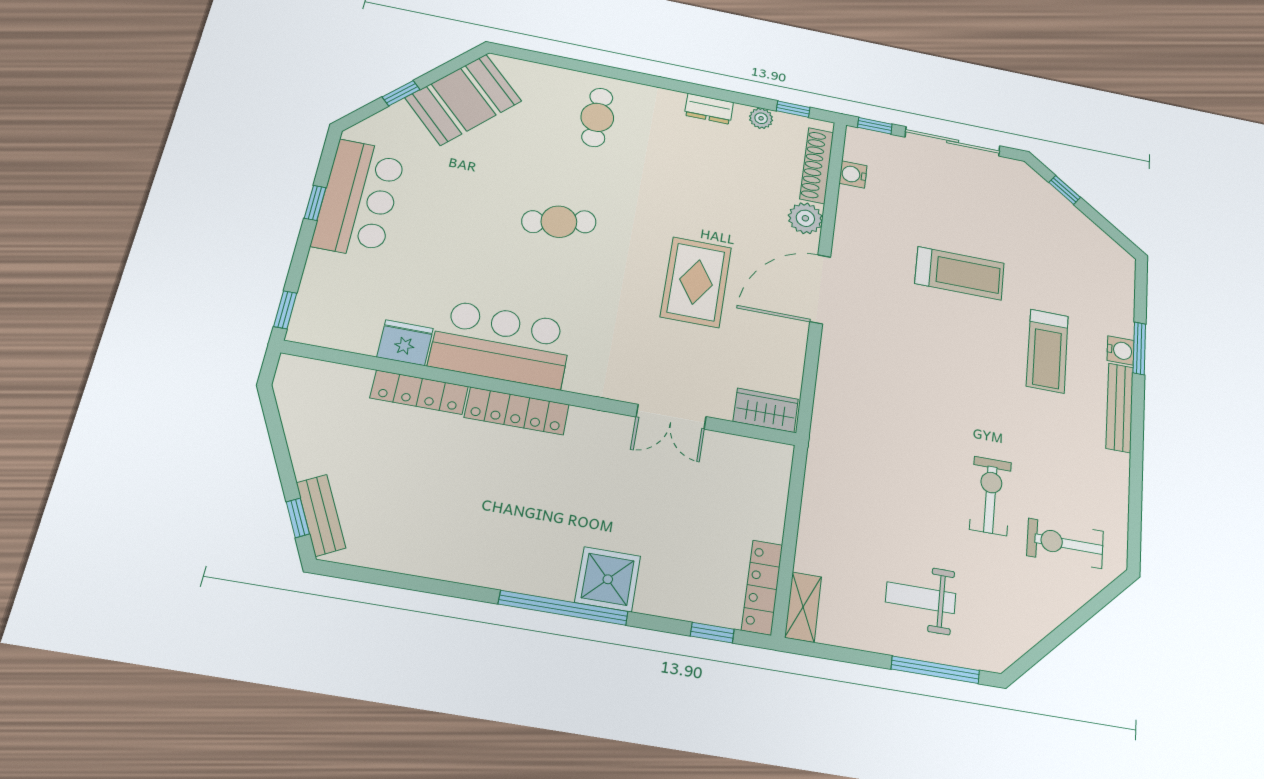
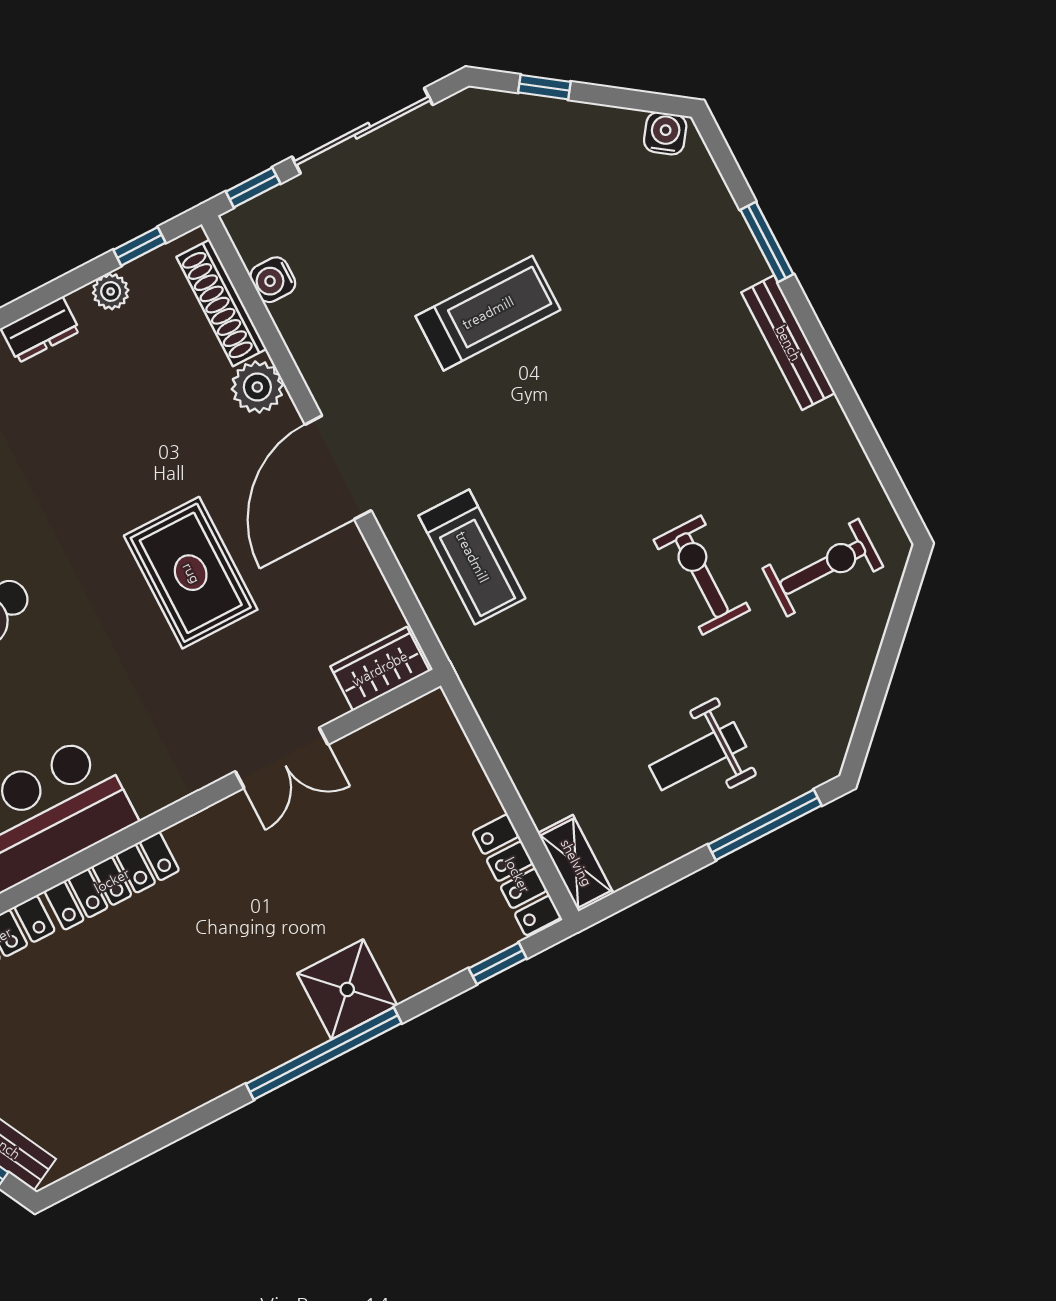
water cooler: (1120, 350) -> (665, 133), moved, turned -55
treadmill: (1047, 351) -> (472, 557), moved
exercise bike: (1065, 543) -> (823, 568), turned 180

